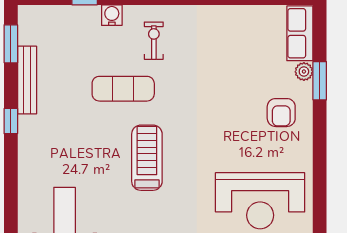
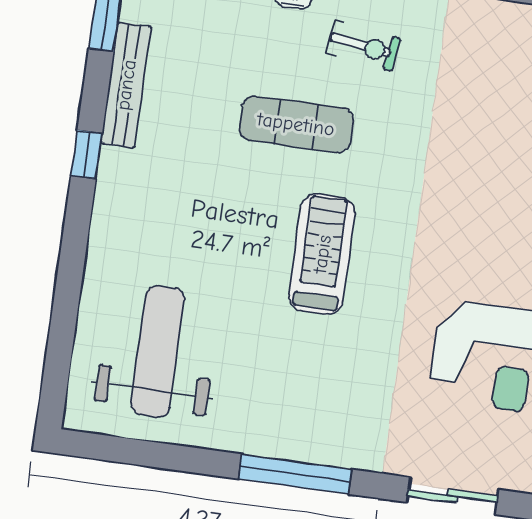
exercise bike: (154, 41) -> (363, 46), turned 98

